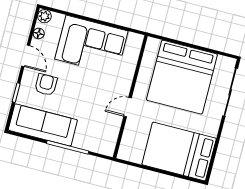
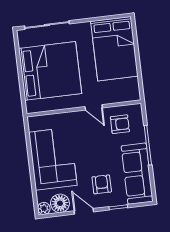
floor lamp: (39, 33) -> (60, 203), width x1.89, depth x1.89
door: (26, 56) -> (84, 211), hinge flipped
armchair: (46, 85) -> (102, 184), turned 90
armchair: (100, 127) -> (120, 124), added

